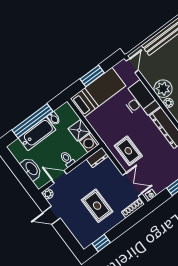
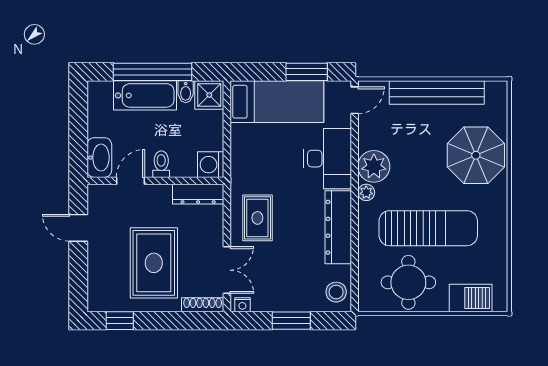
window: (92, 76) -> (307, 72), moved
shower: (79, 130) -> (209, 95), moved
dresser: (97, 157) -> (198, 194), width x1.44
washbasin: (31, 169) -> (99, 158), moved
door: (59, 177) -> (130, 181), hinge flipped
plant: (48, 194) -> (96, 193), removed
rug: (97, 206) -> (154, 263), width x1.36, depth x1.43

